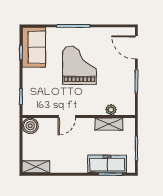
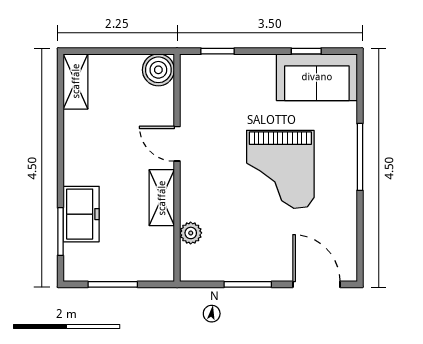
door: (136, 47) -> (316, 284), hinge flipped
grand piano: (79, 65) -> (280, 169), turned 90
shelving: (109, 124) -> (162, 198), moved
freezer: (107, 164) -> (81, 214), width x0.71

